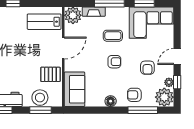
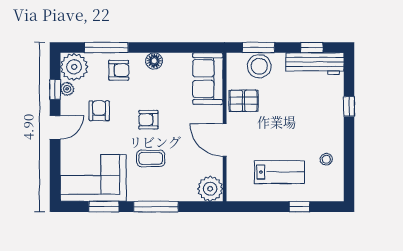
fireplace: (94, 12) -> (179, 194), removed
lab bench: (44, 22) -> (279, 172), moved
door: (63, 48) -> (225, 140), hinge flipped

